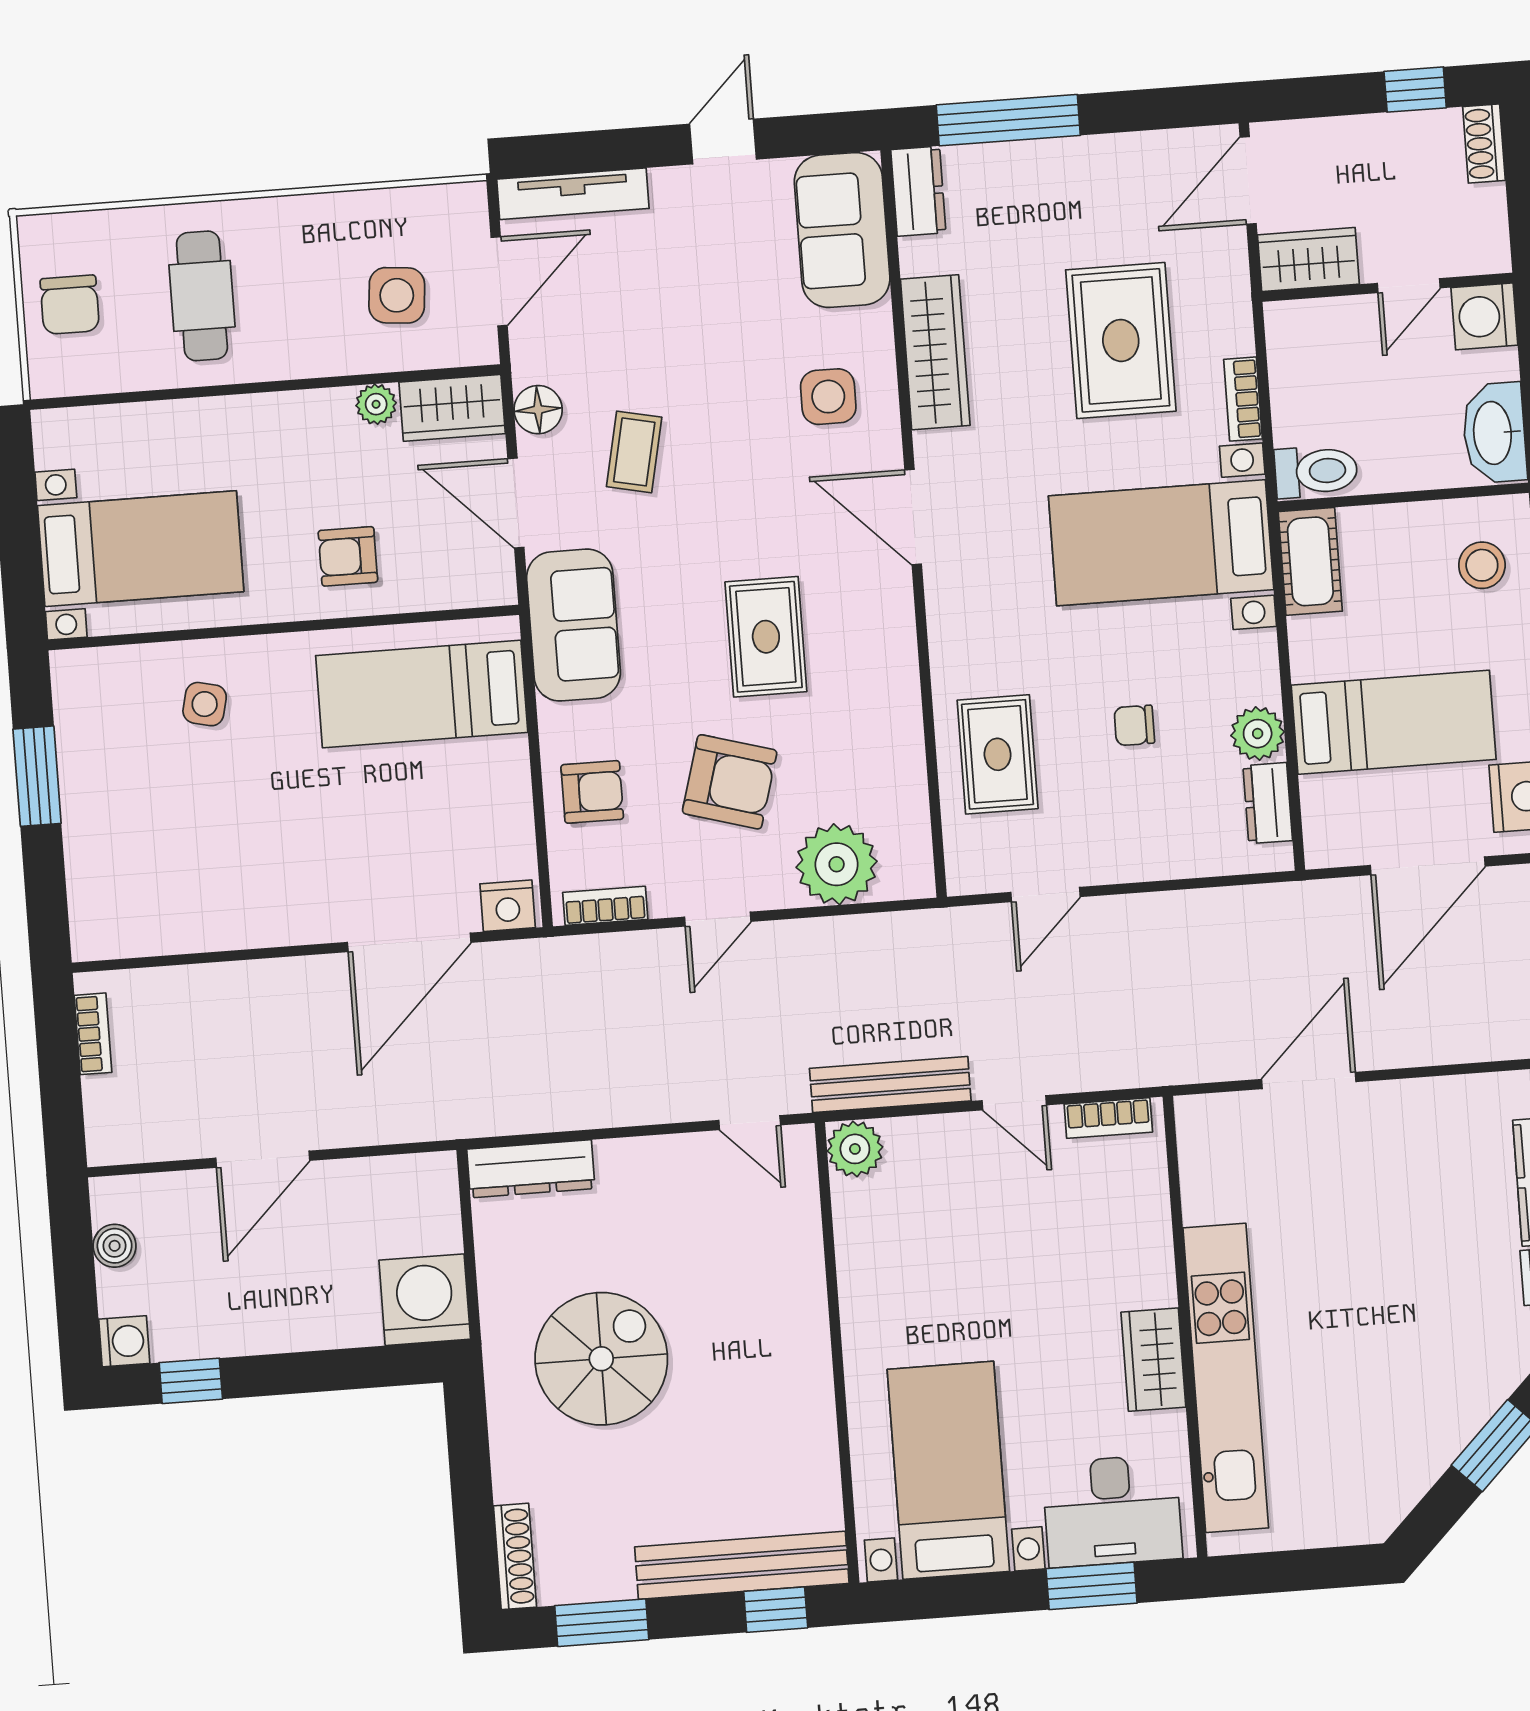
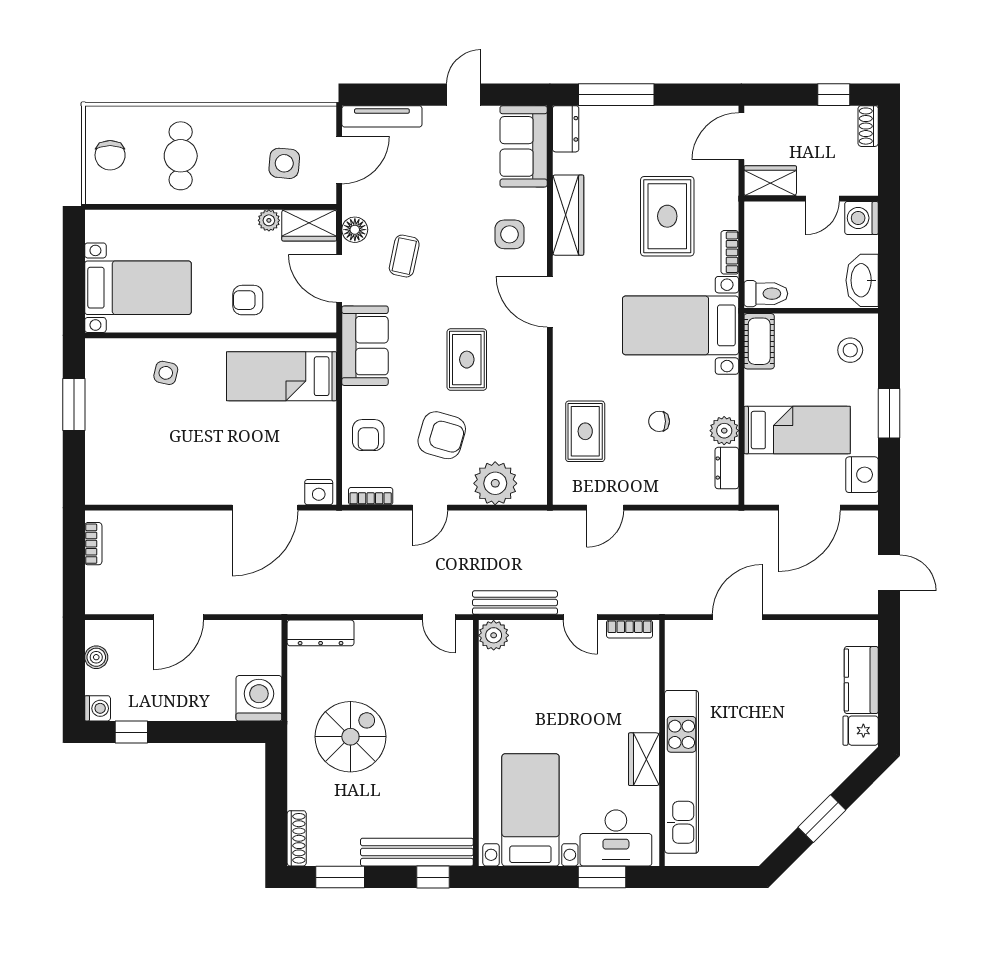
armchair: (592, 792) -> (368, 435), turned 90

